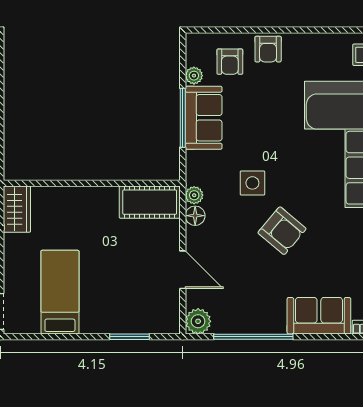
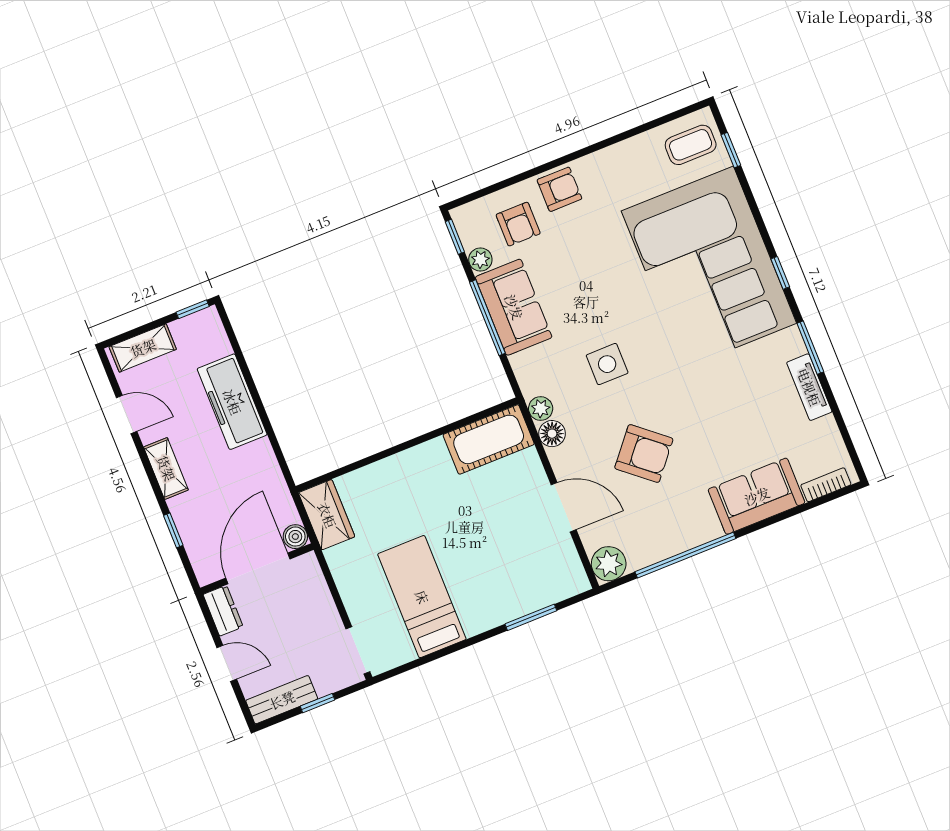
armchair: (268, 49) -> (559, 189), turned -90
window: (183, 53) -> (455, 237), added
armchair: (282, 231) -> (644, 453), moved

